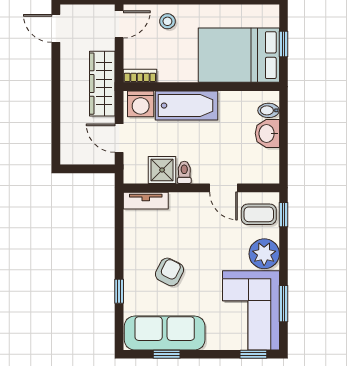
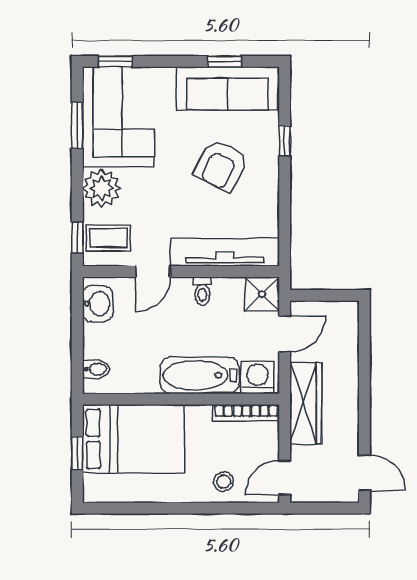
bookcase: (140, 76) -> (246, 413), width x1.56
washbasin: (267, 133) -> (98, 304), moved
door: (119, 138) -> (285, 334), hinge flipped
shower: (162, 170) -> (262, 294), moved
door: (224, 188) -> (153, 271), swing flipped
tv unit: (146, 201) -> (225, 252), width x1.92, depth x1.29
armchair: (170, 272) -> (221, 165), width x1.38, depth x1.38

